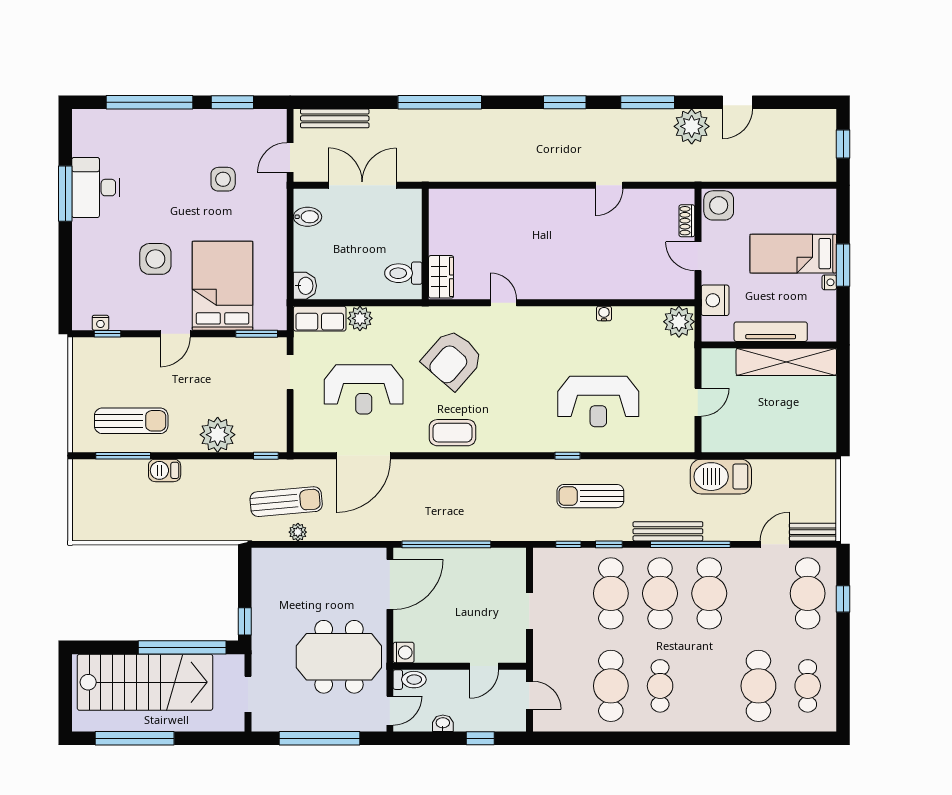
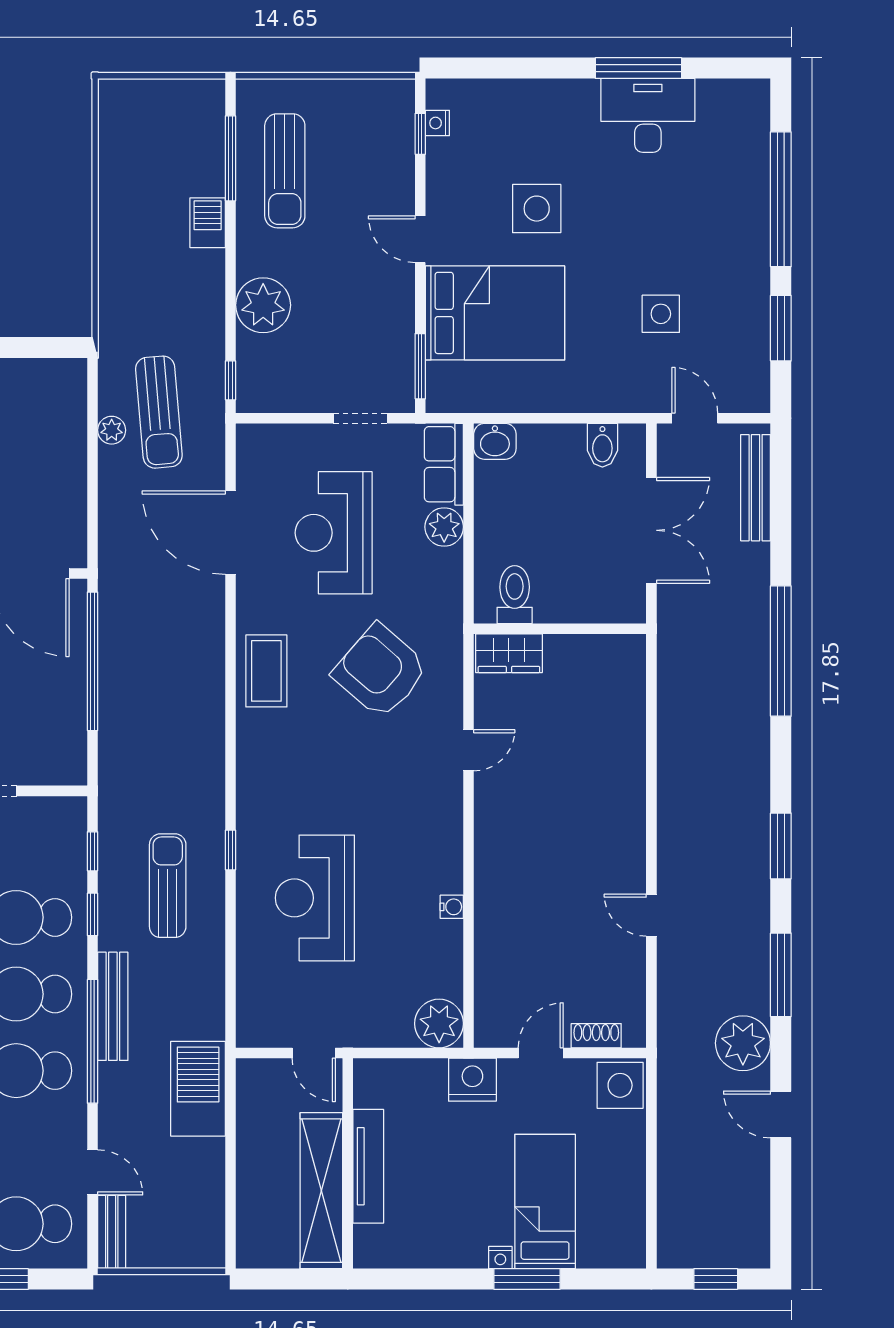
tv unit: (771, 332) -> (368, 1166), moved
wall: (769, 345) -> (348, 1163), moved
shelving: (786, 362) -> (321, 1191), moved

